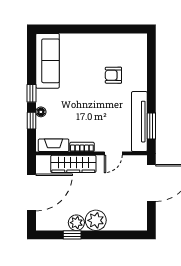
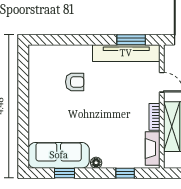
armchair: (113, 75) -> (75, 82), turned -90
window: (32, 93) -> (65, 173), moved
floor lamp: (41, 112) -> (96, 163), moved

